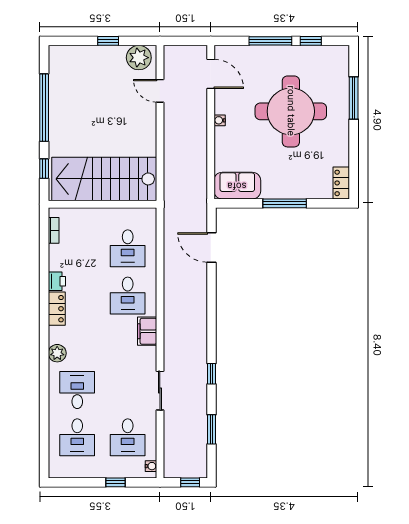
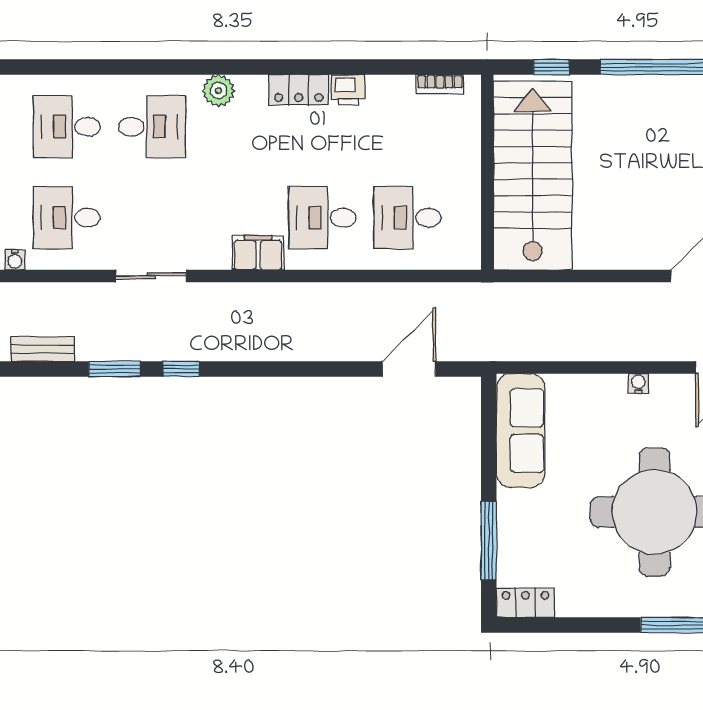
sofa: (237, 186) -> (521, 431), width x1.36
window: (285, 203) -> (489, 541), moved
window: (212, 429) -> (115, 369), moved
bench: (201, 451) -> (43, 349), added

